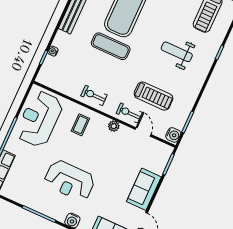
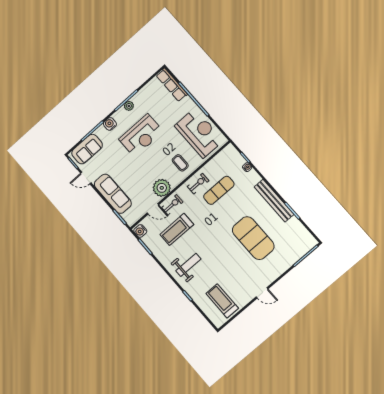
exercise mat: (111, 46) -> (219, 190), moved
weight bench: (177, 52) -> (188, 265), moved
plant: (114, 126) -> (162, 188), width x1.88, depth x1.88
reception desk: (70, 181) -> (141, 135), turned 180
sofa: (144, 189) -> (113, 194), width x1.36
plant: (44, 208) -> (129, 106), added

